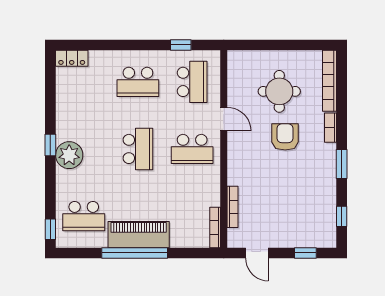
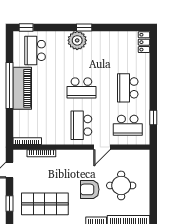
armchair: (285, 137) -> (90, 189), turned 180
shop shelf: (306, 202) -> (45, 204), added

